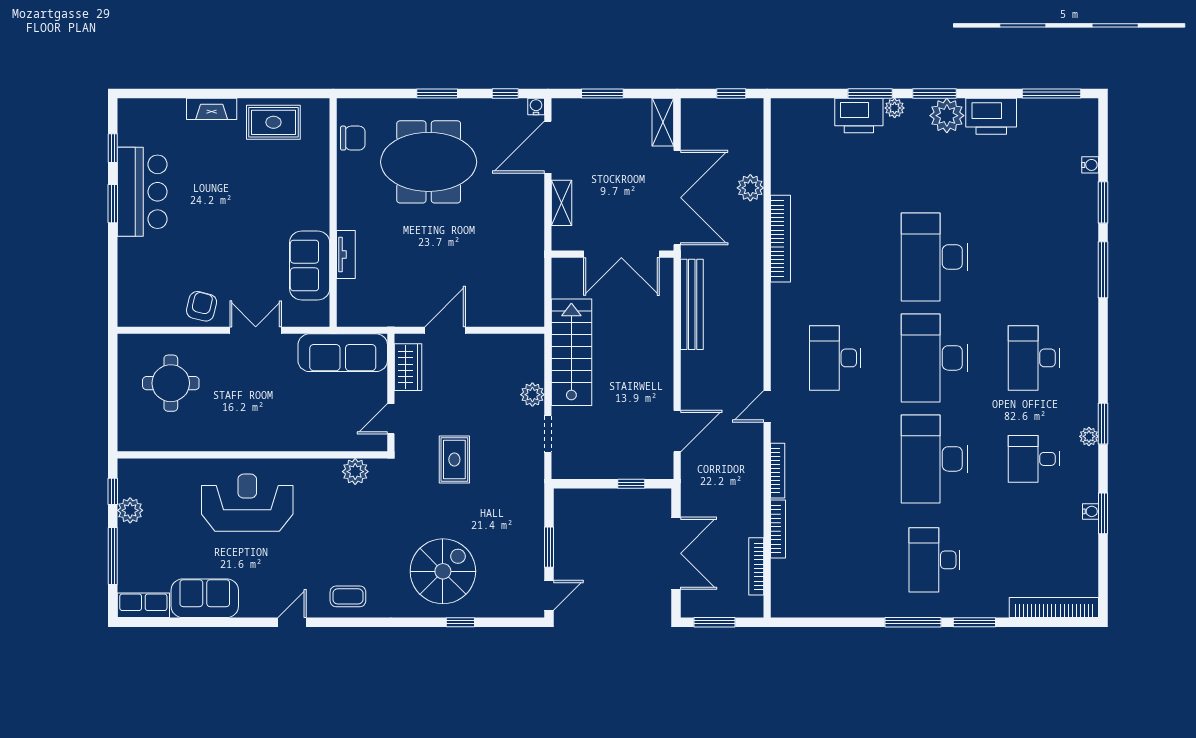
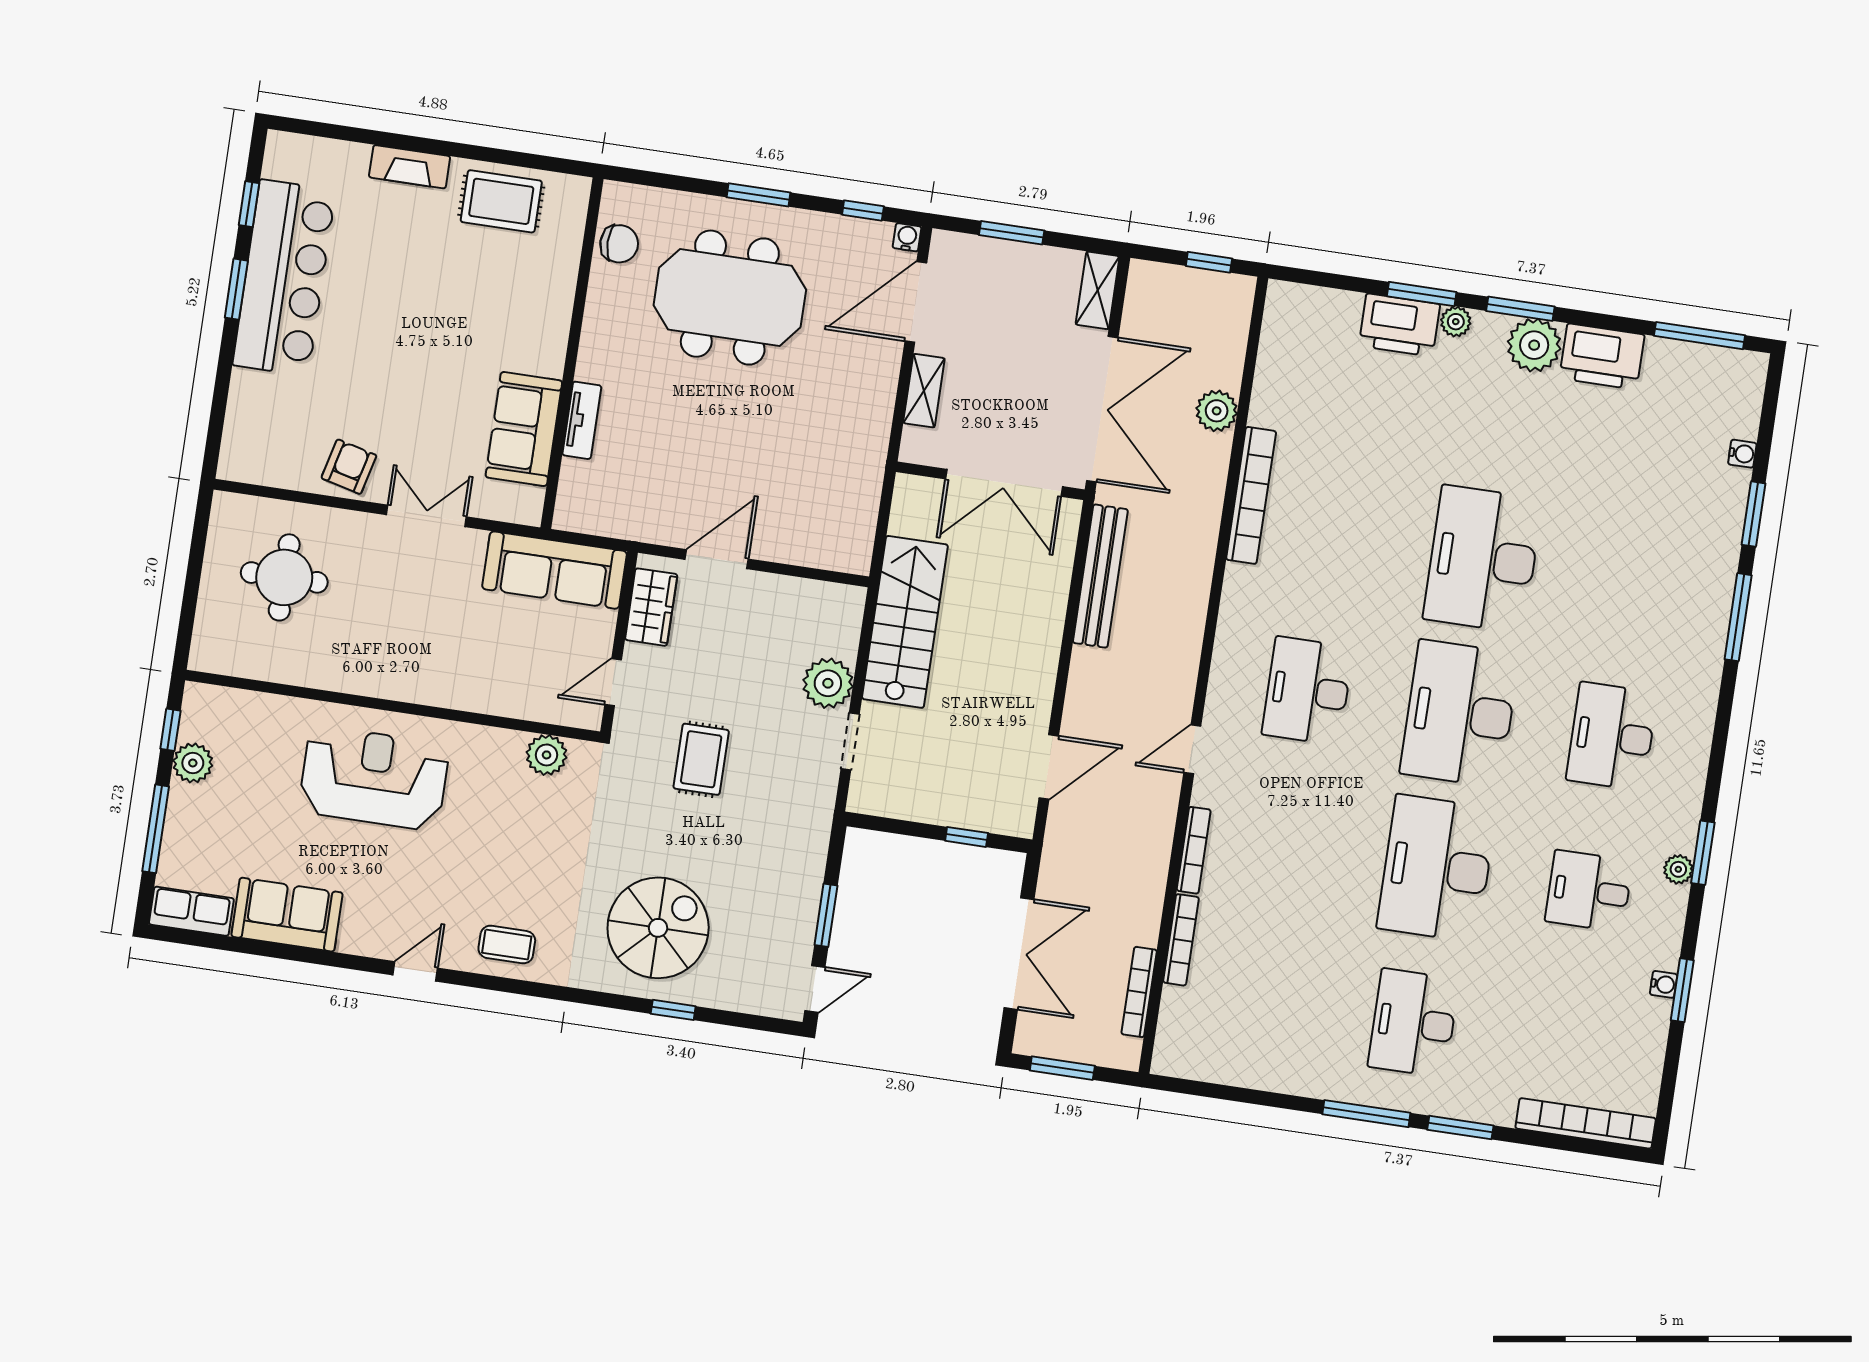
bar counter: (142, 192) -> (284, 278), width x1.36
plant: (532, 395) -> (828, 683), width x1.36, depth x1.36

